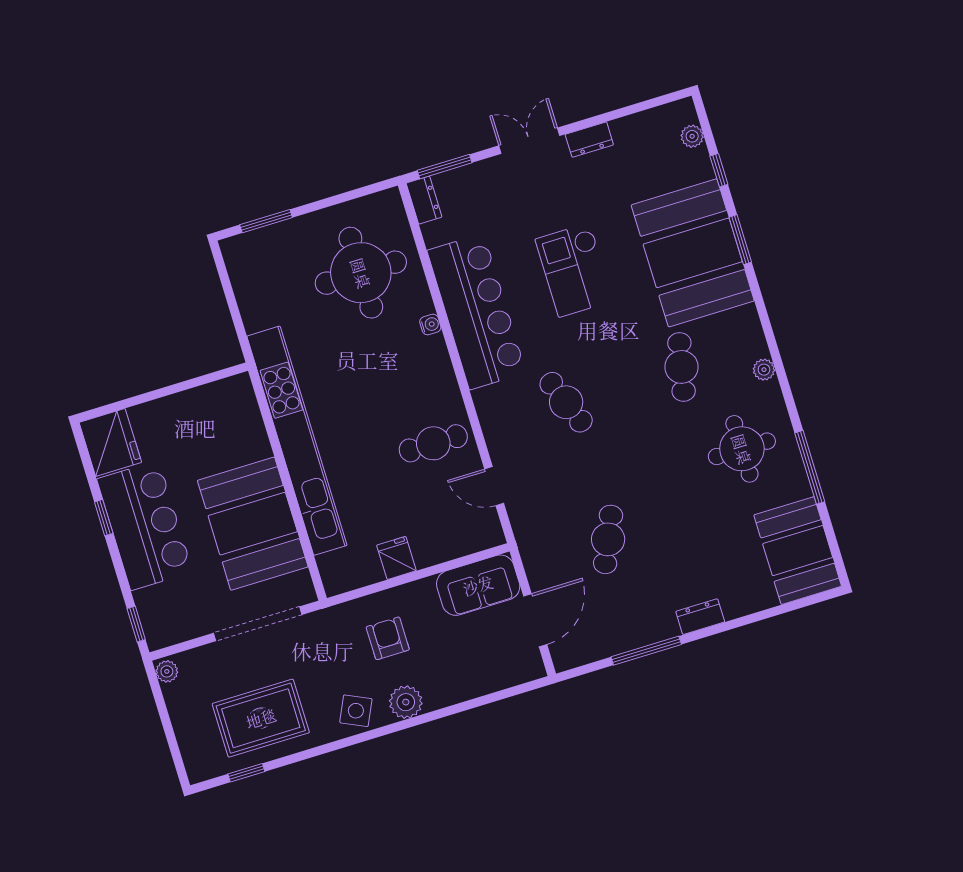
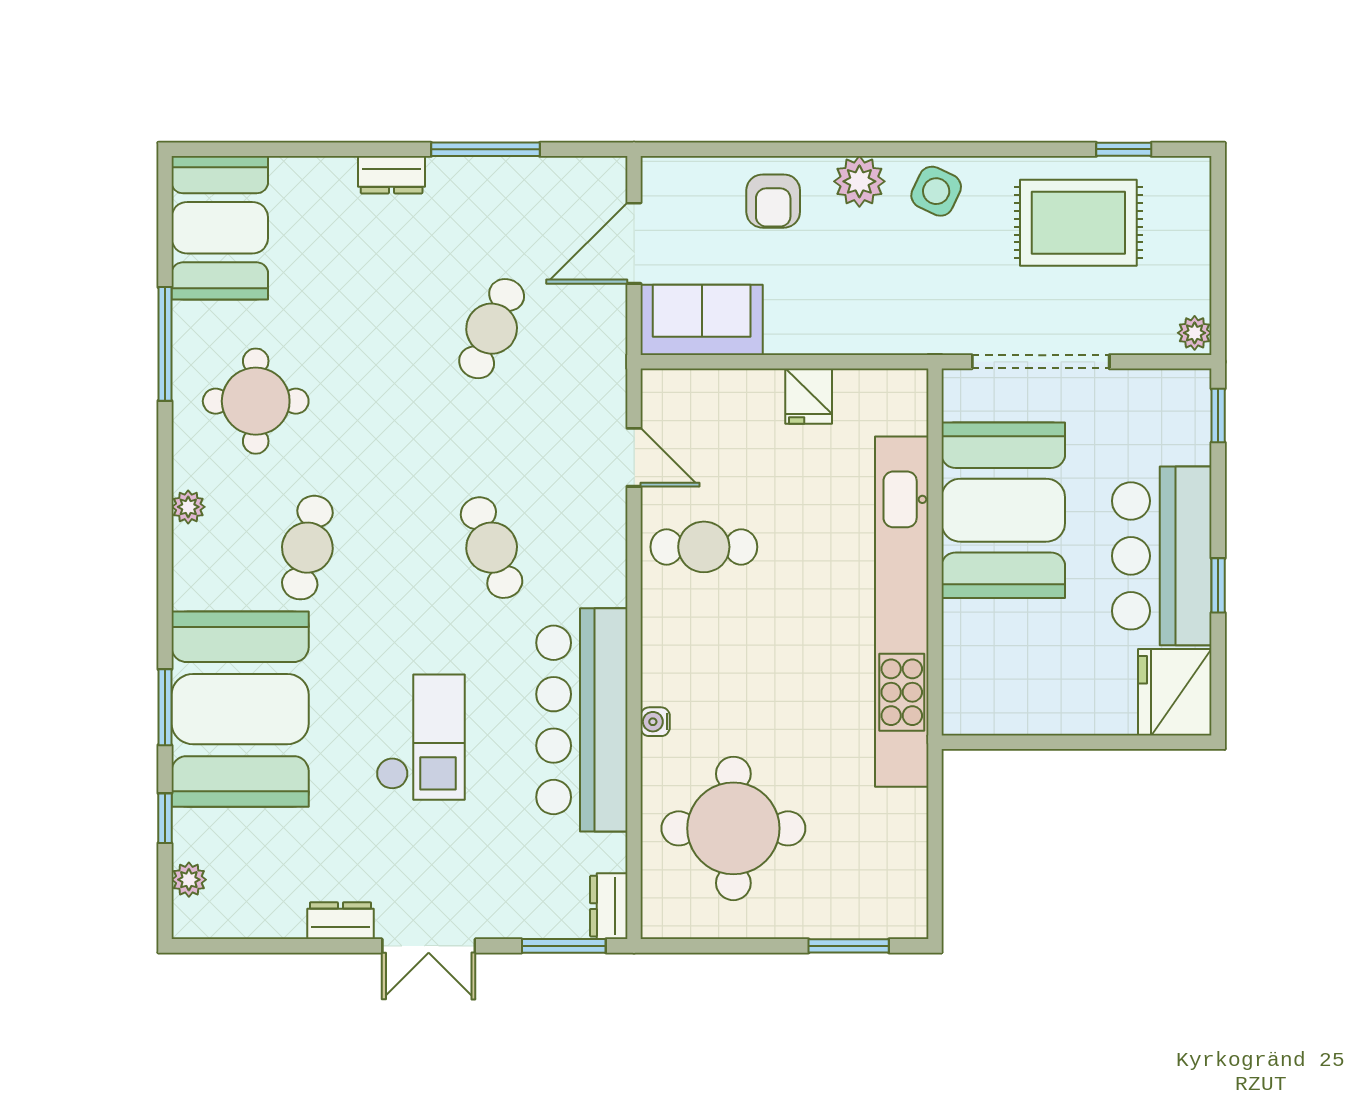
armchair: (388, 638) -> (773, 201), moved

